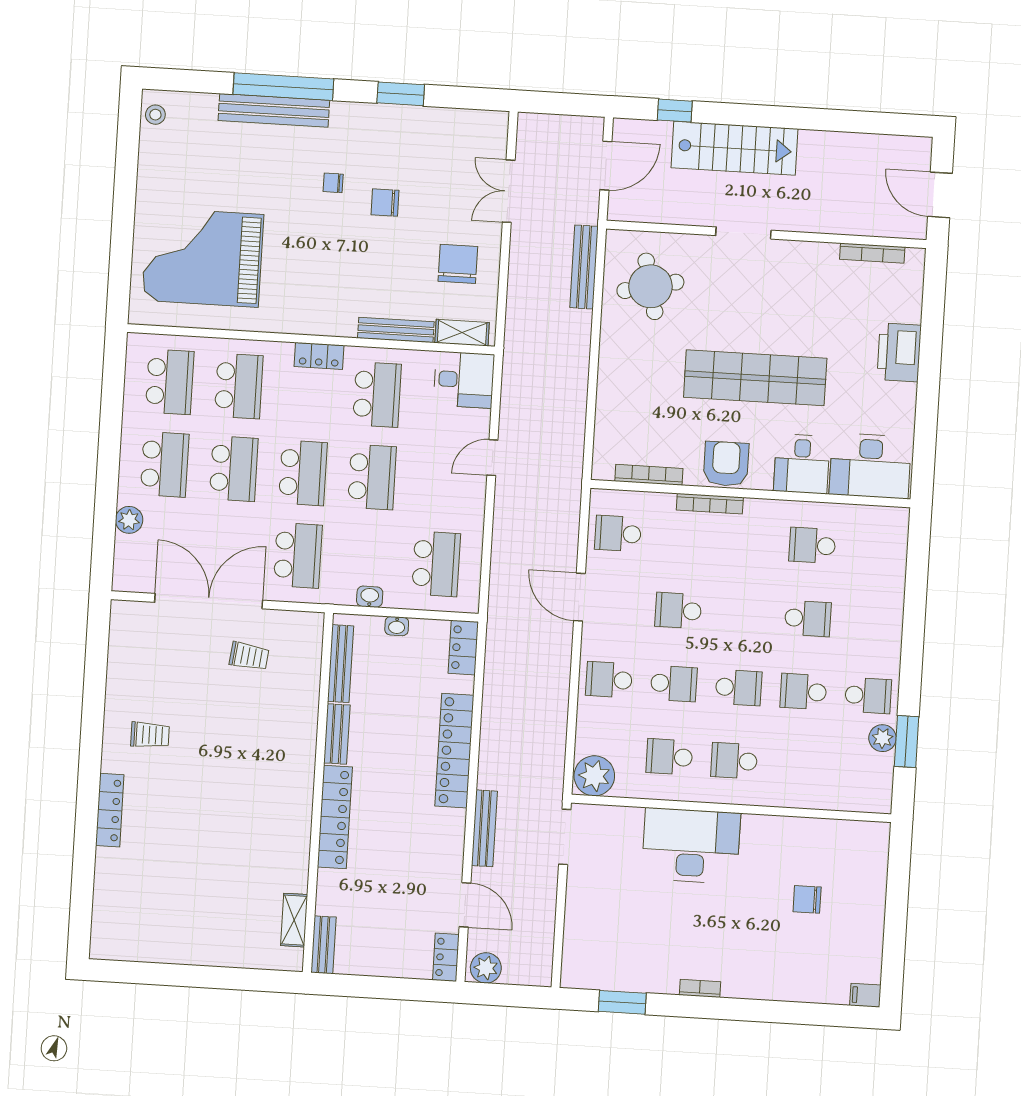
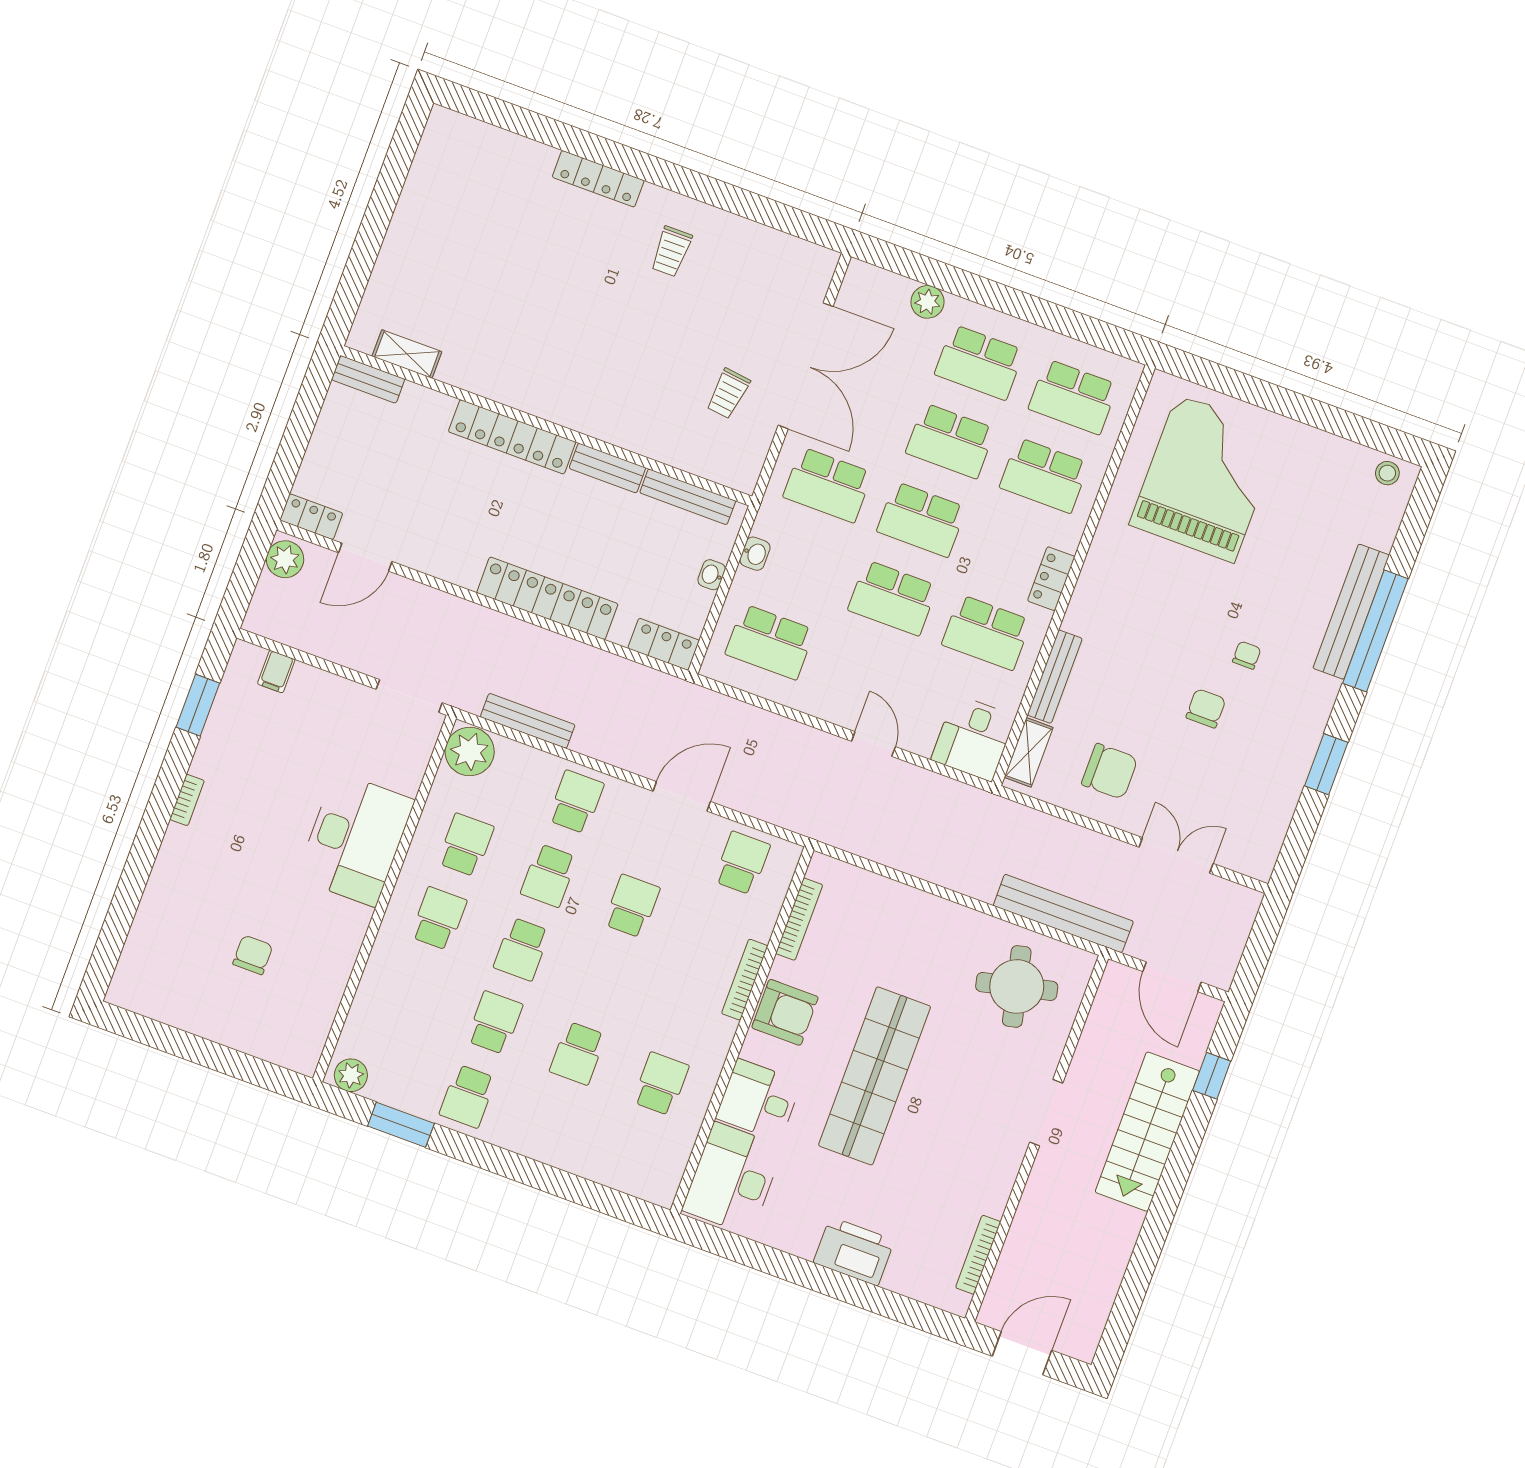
bench: (584, 267) -> (1063, 913), width x1.37, depth x1.21
plant: (883, 738) -> (351, 1075), moved
bench: (484, 828) -> (528, 721), moved
filing cabinet: (865, 995) -> (276, 672), moved, turned 180

